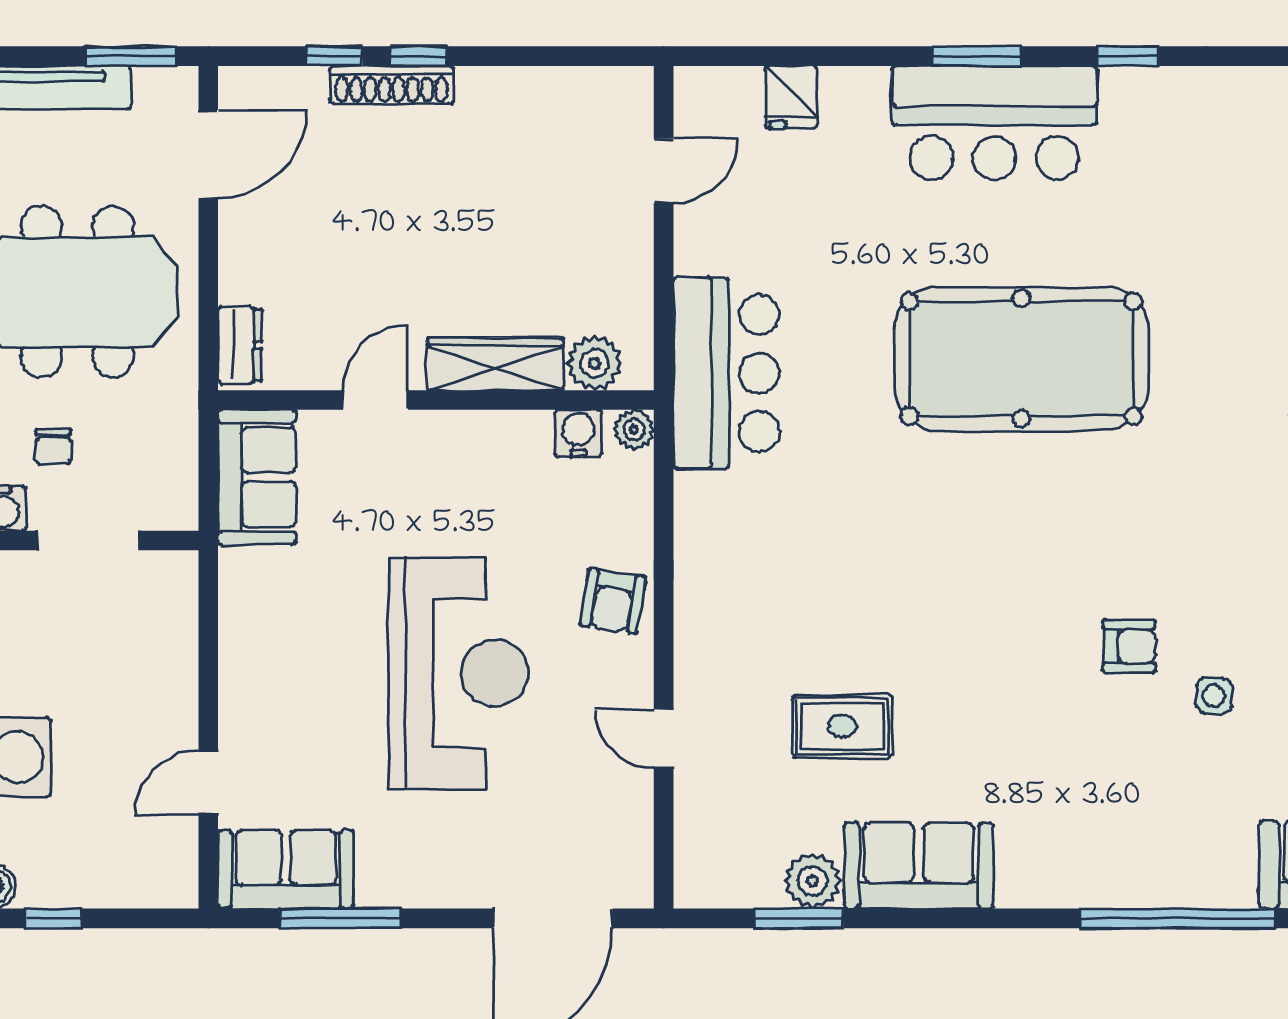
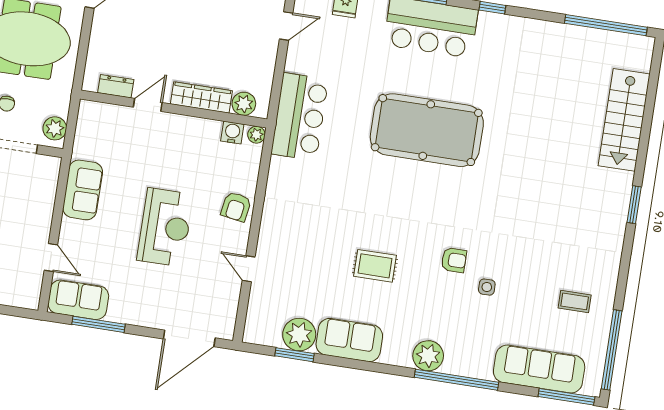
dresser: (240, 345) -> (116, 86), moved, turned -90
sofa: (257, 477) -> (83, 190), moved
plant: (172, 486) -> (55, 128), added
reception desk: (458, 673) -> (165, 227), width x0.74, depth x0.77
rug: (842, 726) -> (375, 266), moved
door: (208, 783) -> (51, 257), swing flipped
plant: (1104, 874) -> (428, 356), added
plant: (813, 881) -> (299, 335), width x1.36, depth x1.36

